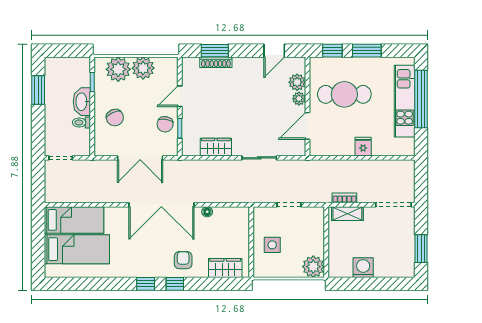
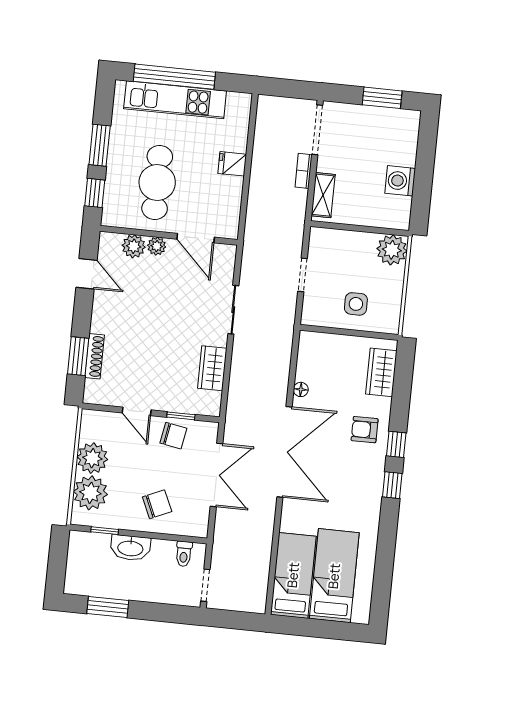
toilet: (81, 123) -> (184, 554), moved
bookcase: (344, 198) -> (304, 171), moved

